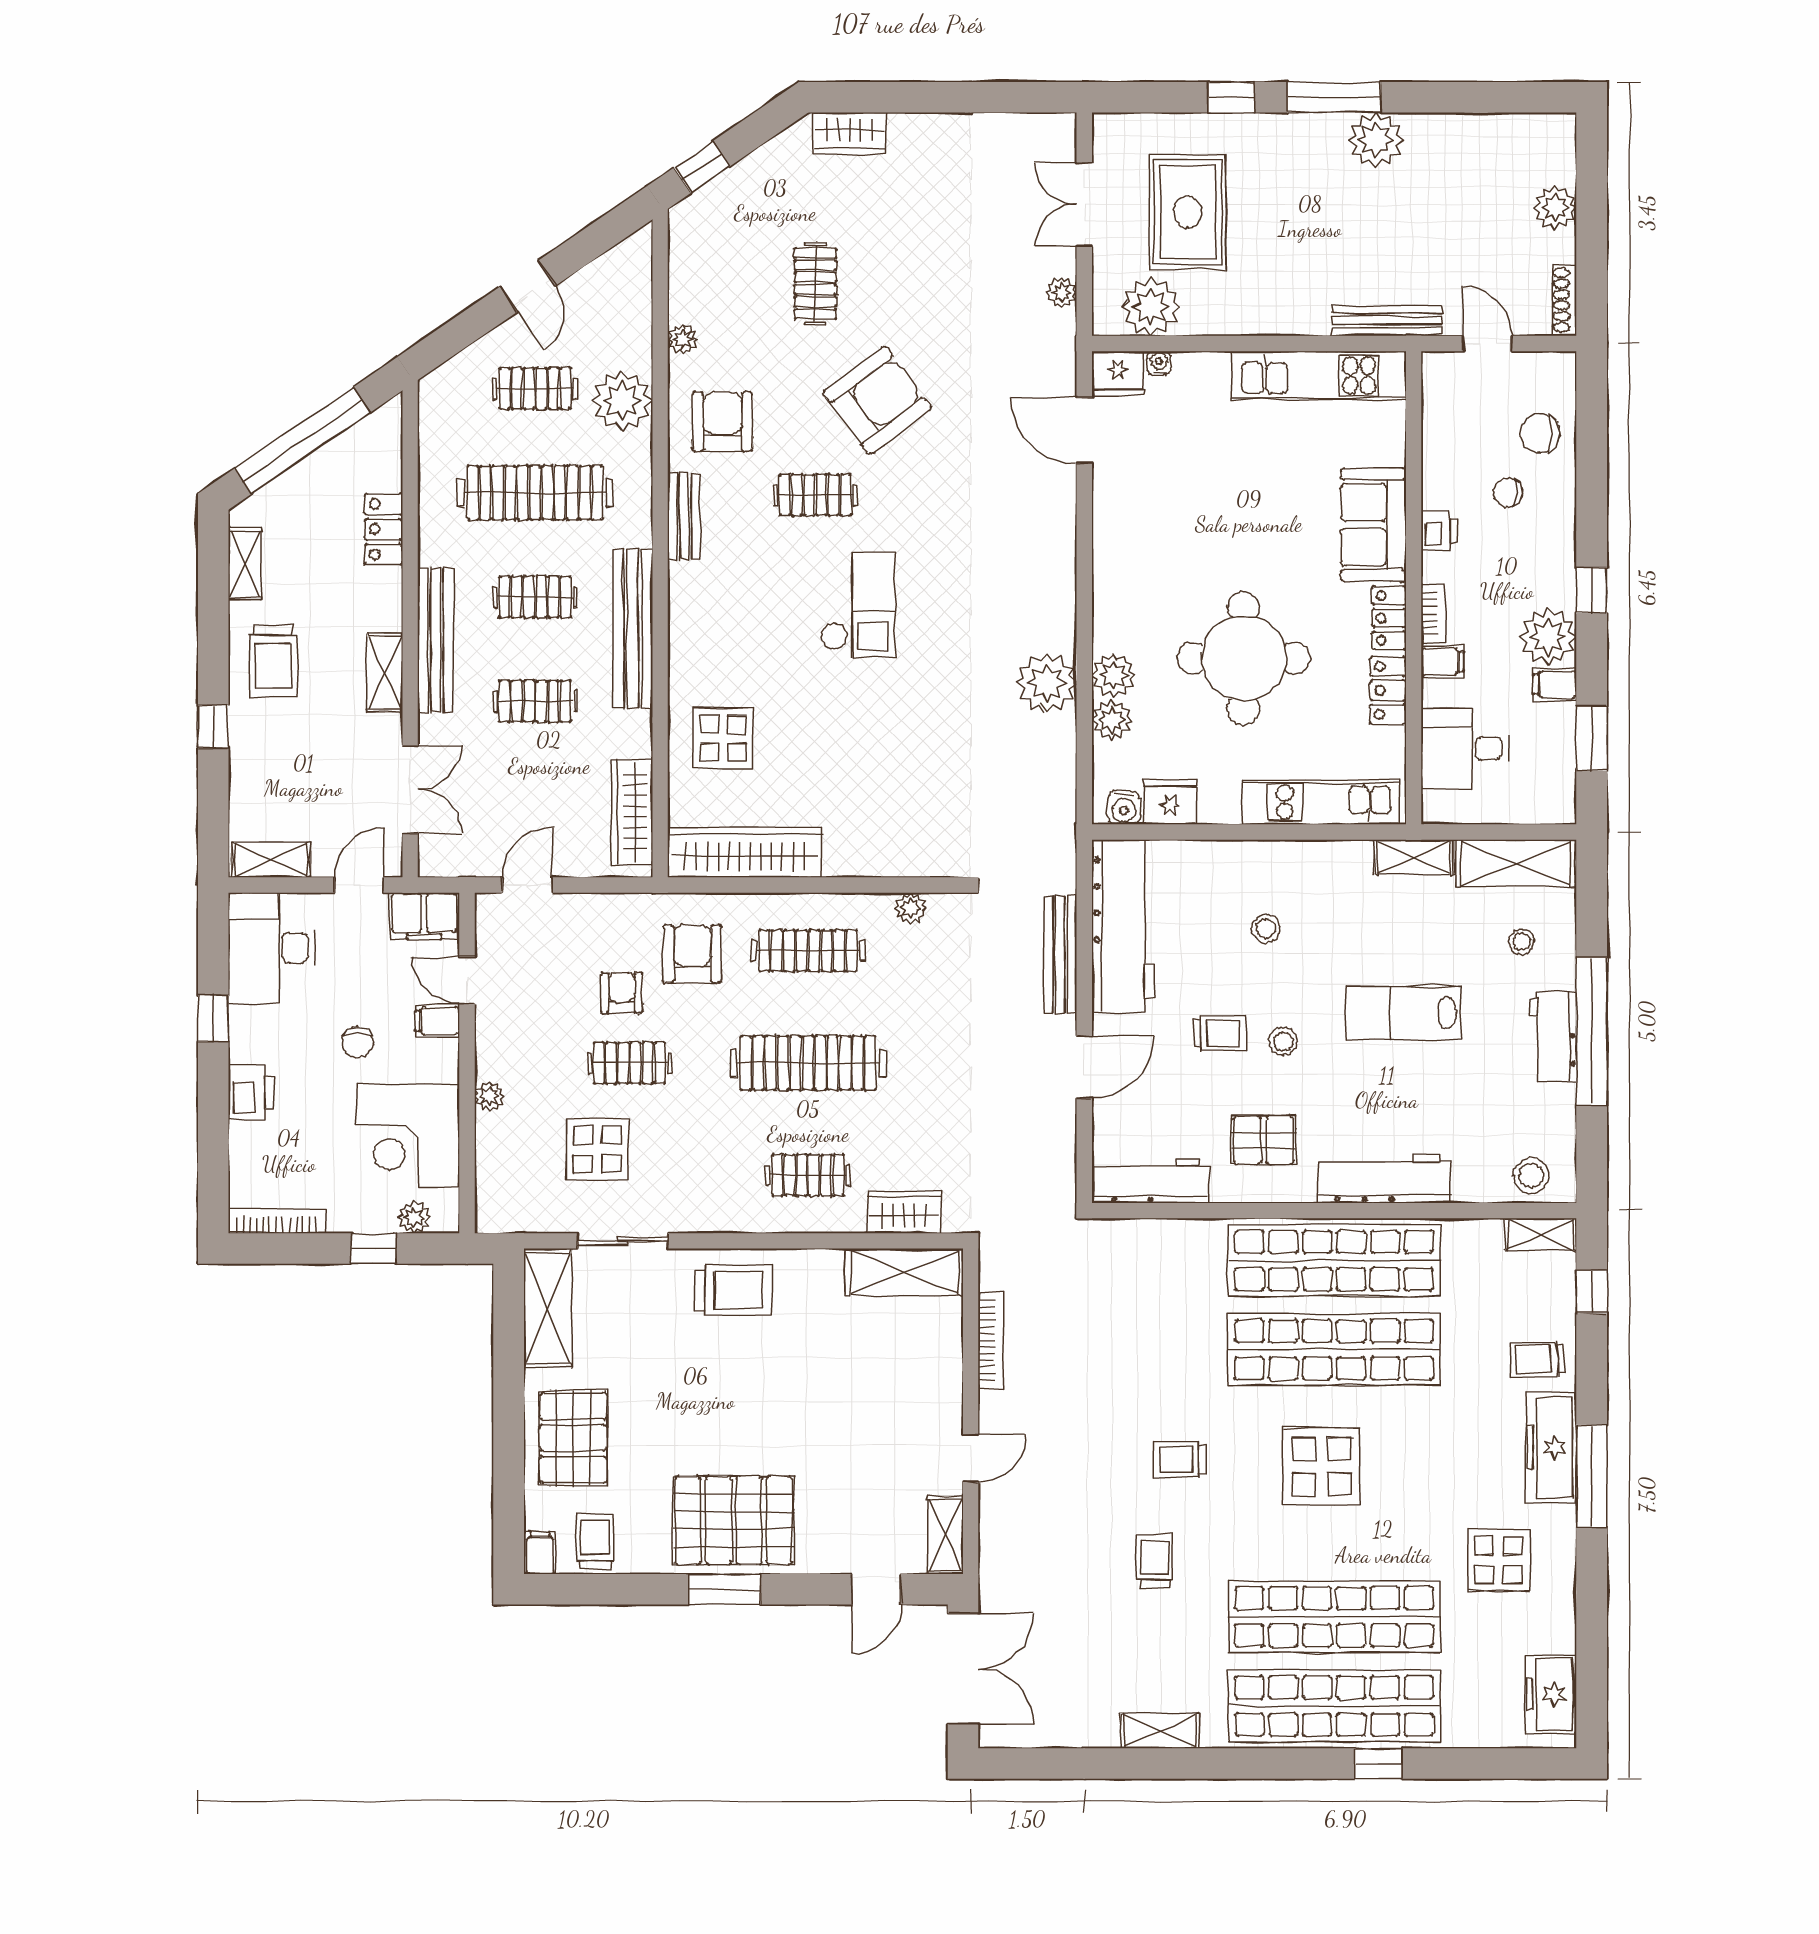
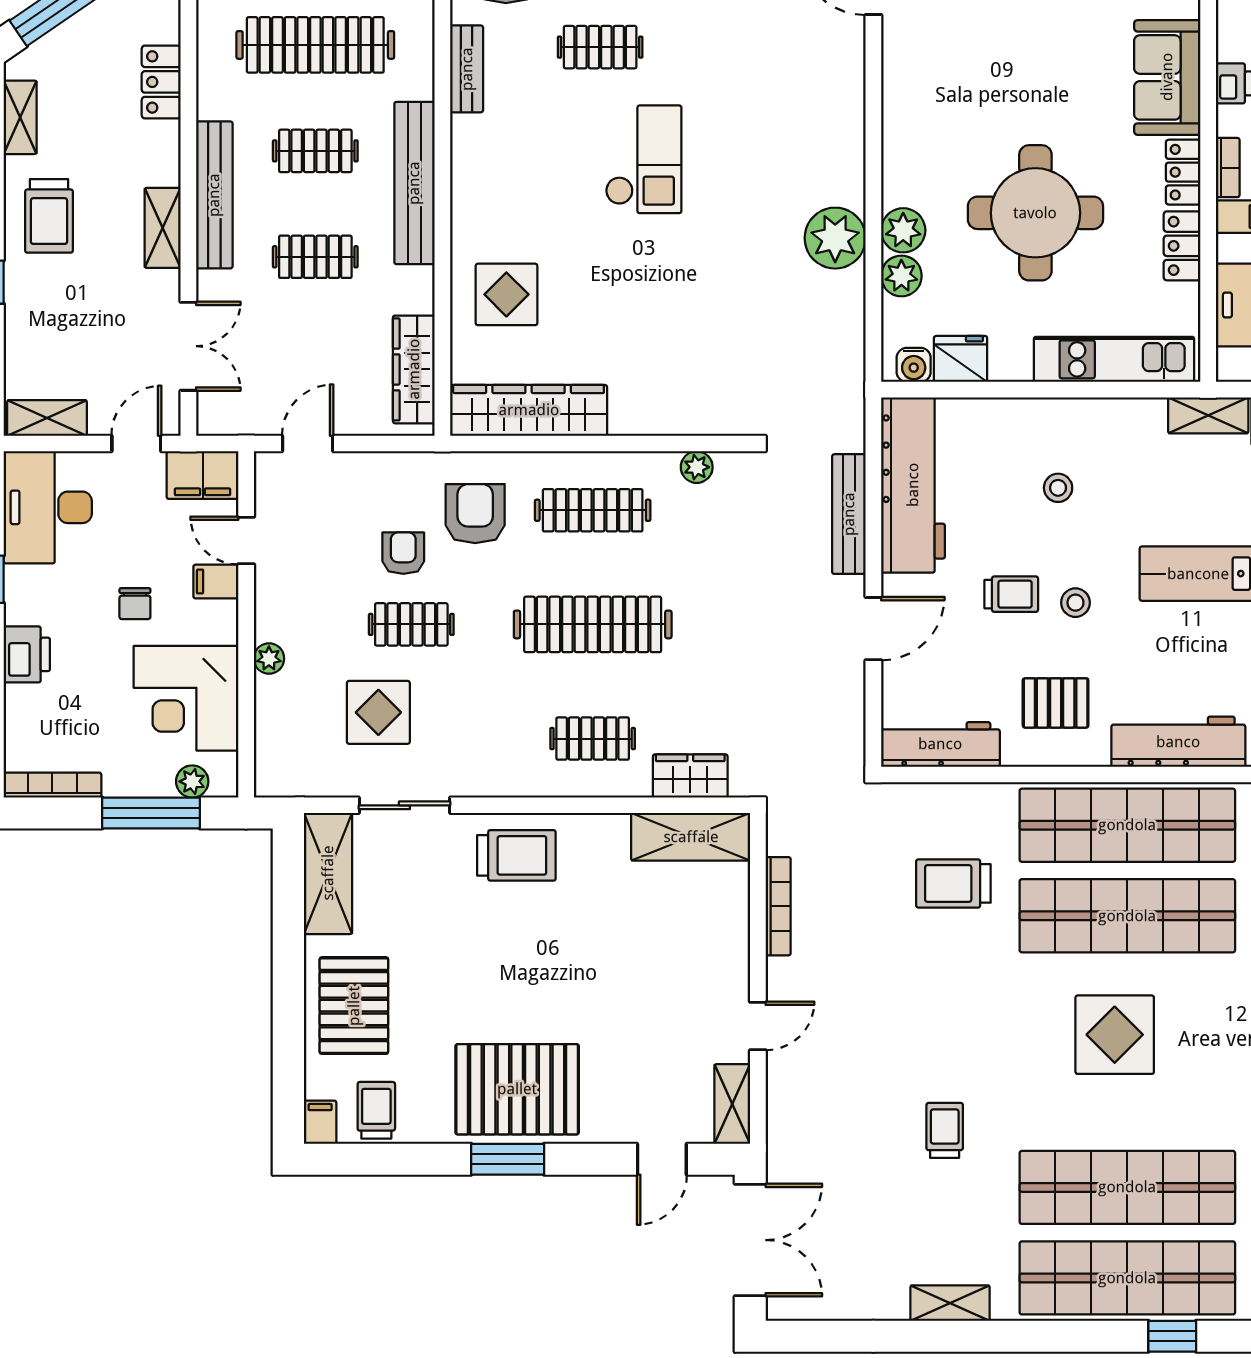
window: (373, 1248) -> (151, 813), width x2.17
trolley: (1179, 1459) -> (953, 883), moved, width x1.36, depth x1.39

